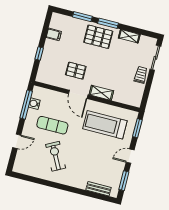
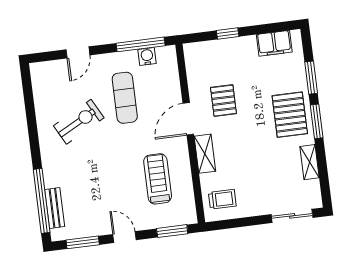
filing cabinet: (54, 34) -> (274, 43), width x2.00
trolley: (141, 75) -> (222, 199), moved
treadmill: (105, 125) -> (158, 179), width x0.73, depth x0.73
door: (17, 141) -> (78, 52), hinge flipped
window: (92, 194) -> (42, 201), added

